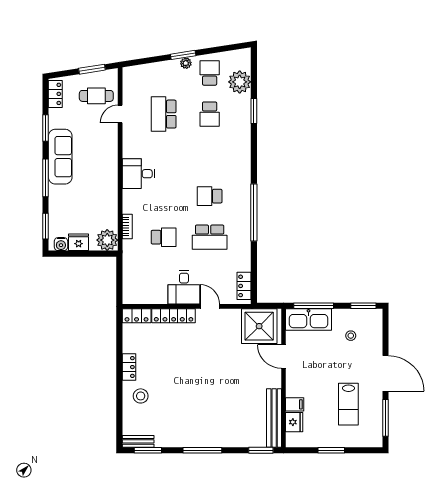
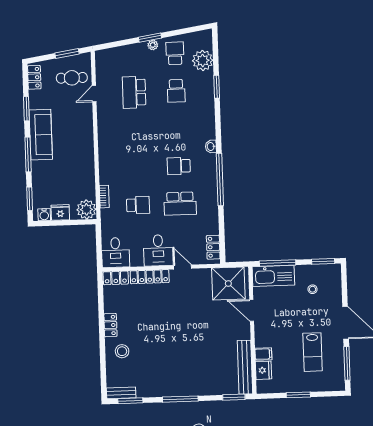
desk: (138, 174) -> (115, 252), moved, turned -90
washbasin: (245, 176) -> (211, 147), added

